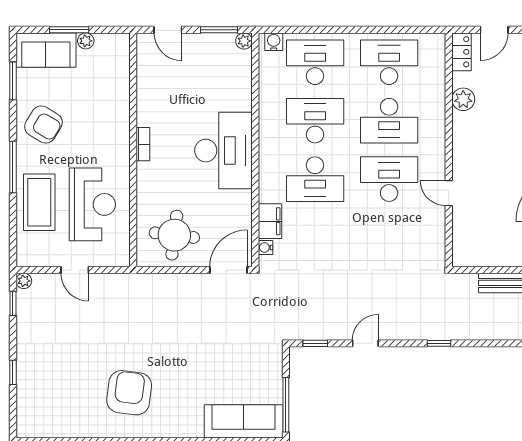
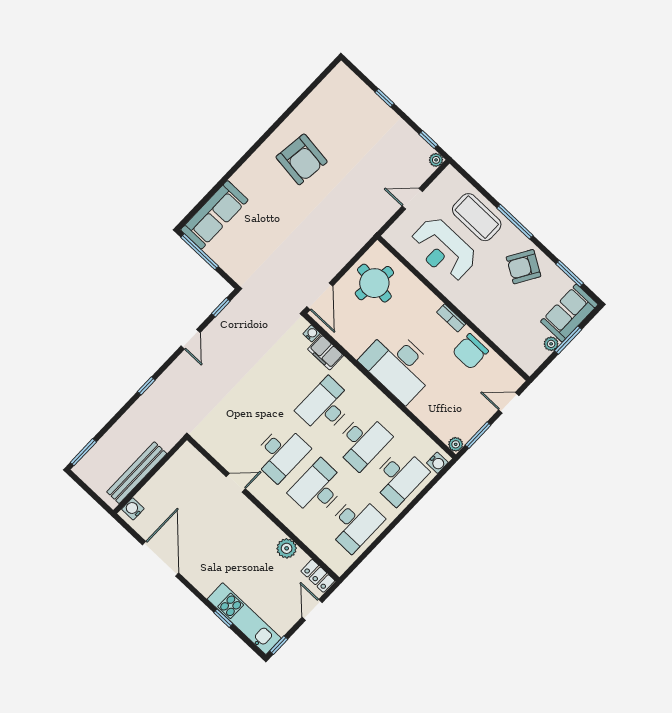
chair: (156, 102) -> (470, 352), added

